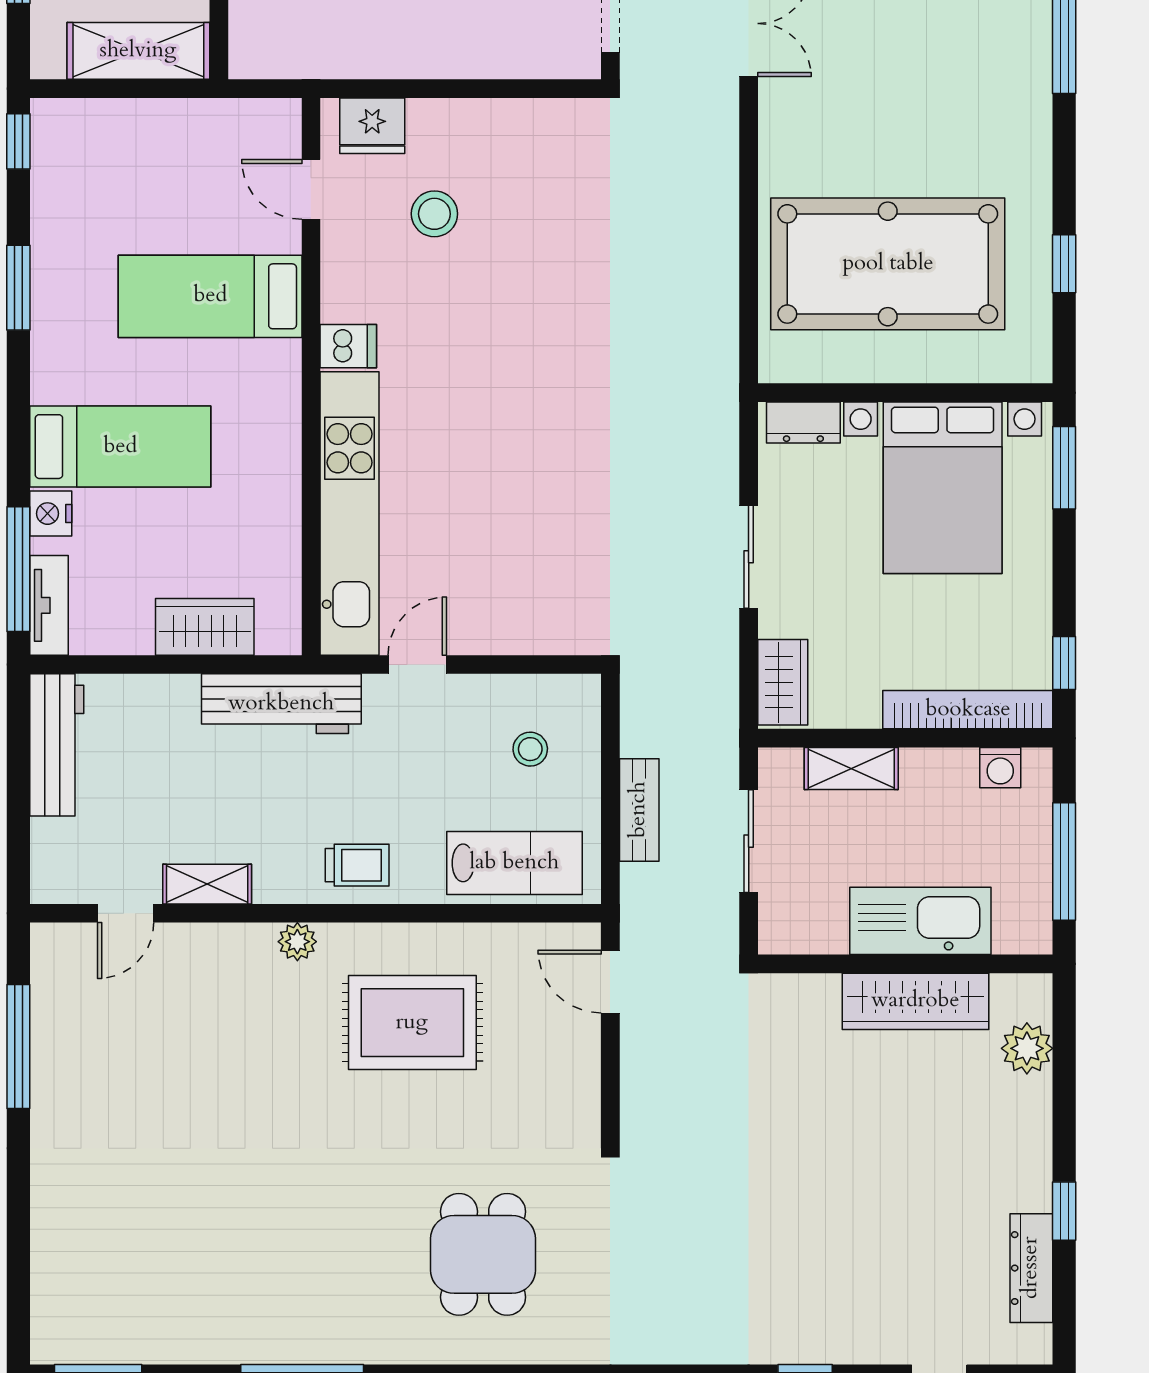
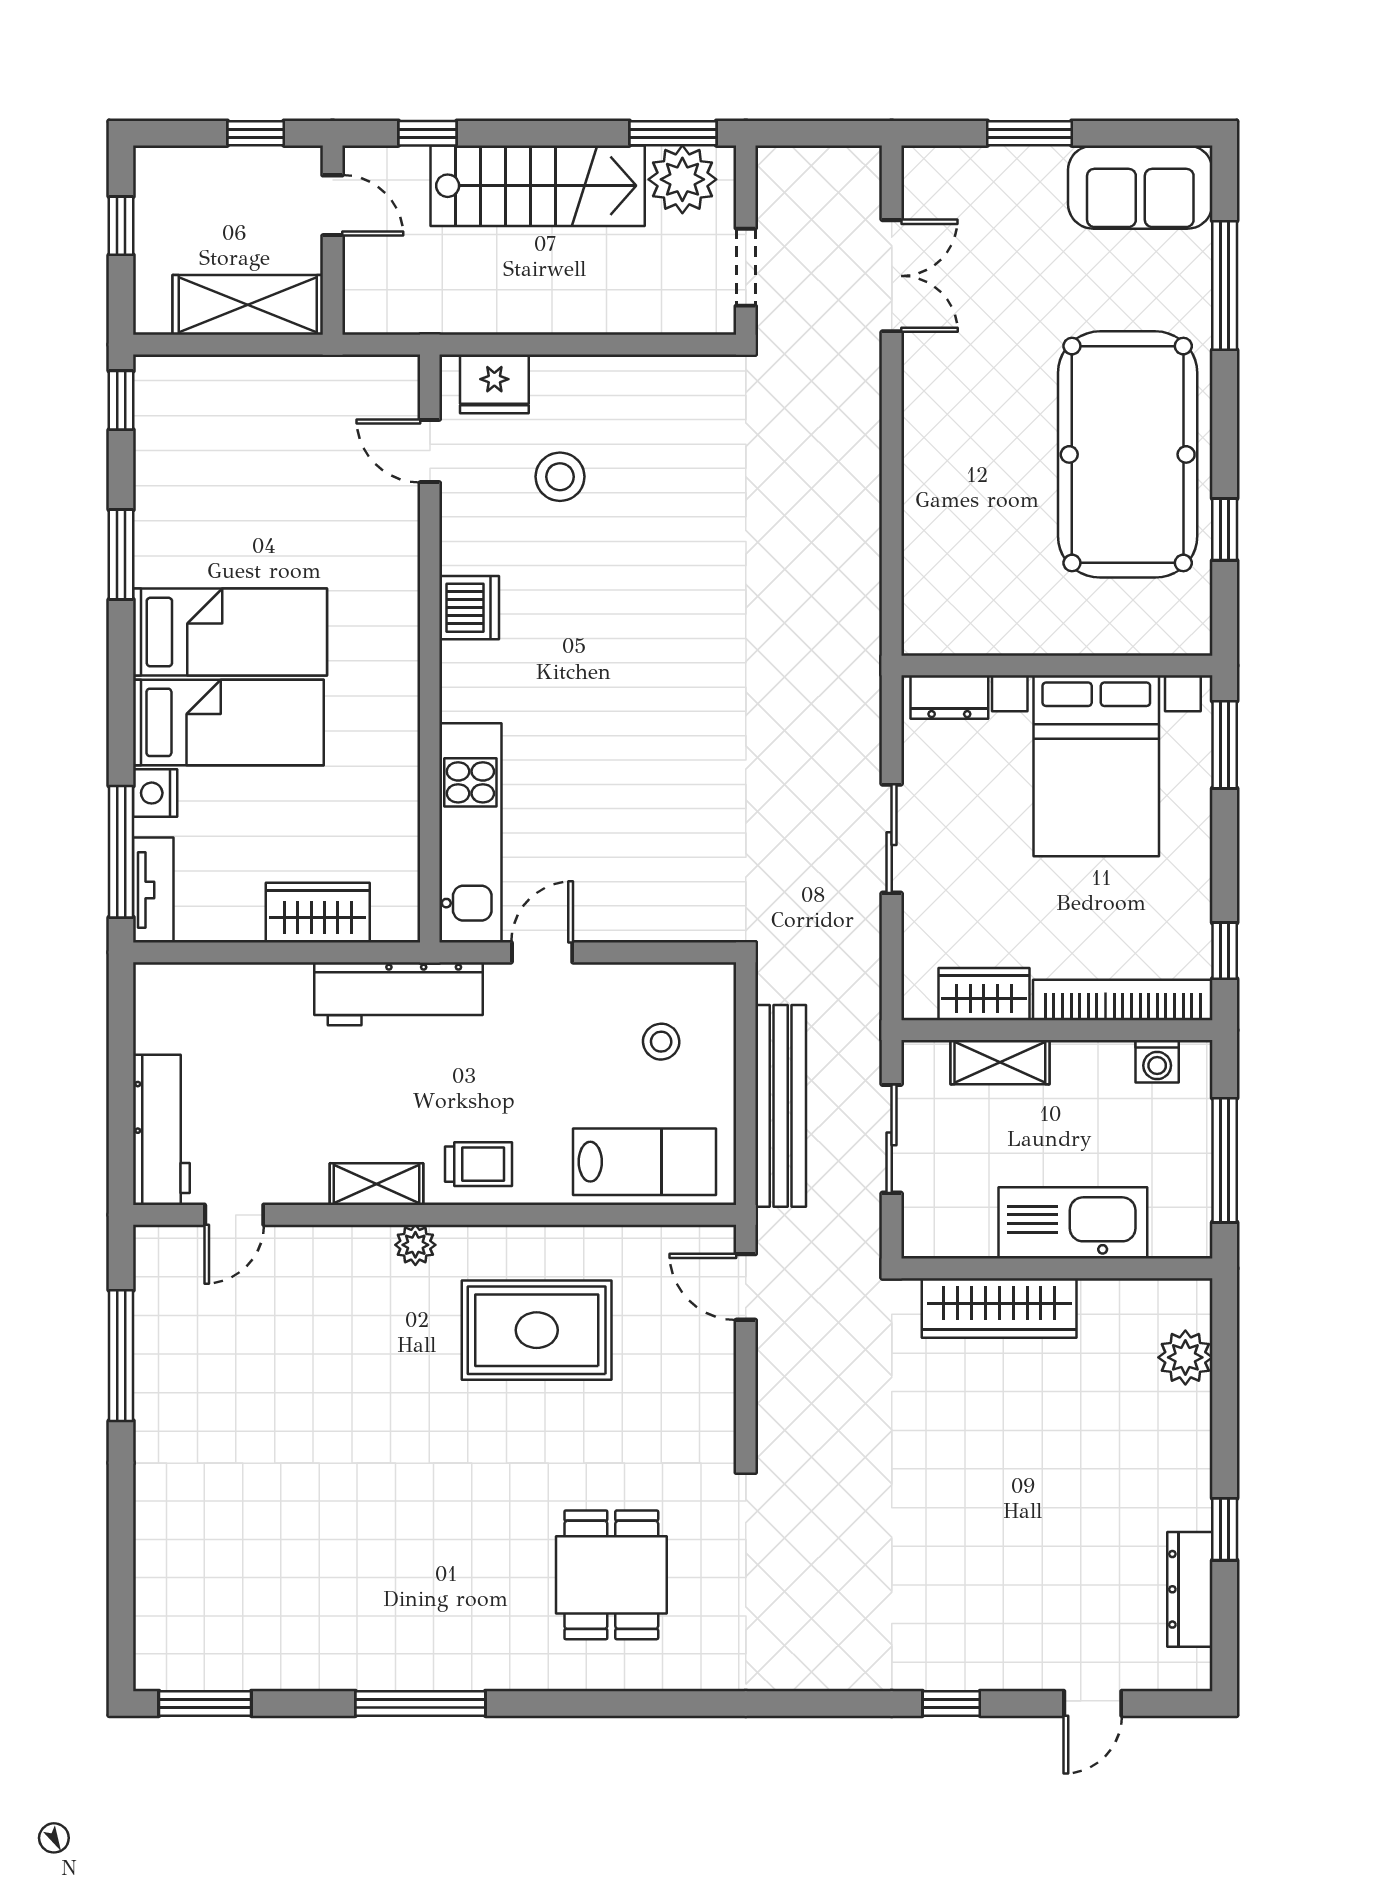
pool table: (888, 264) -> (1128, 454), moved, turned 90
bed: (210, 296) -> (230, 632), moved, turned 180
dishwasher: (348, 346) -> (469, 608), width x1.38
kitchen unit: (350, 513) -> (470, 833), width x0.73
wardrobe: (783, 682) -> (984, 994), moved, turned -90
workbench: (57, 745) -> (161, 1130), moved
bench: (639, 810) -> (781, 1106), width x1.86, depth x1.21
shelving: (207, 884) -> (376, 1184), moved
wardrobe: (915, 1001) -> (999, 1308), moved

